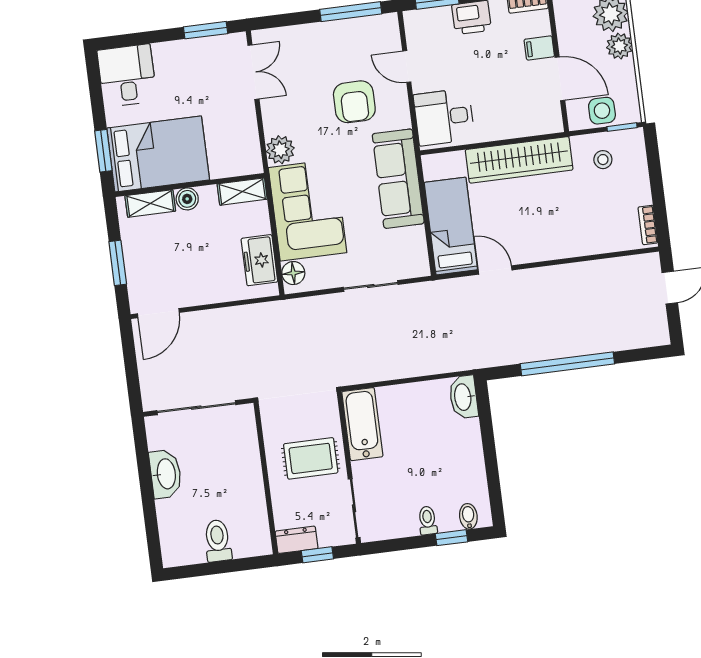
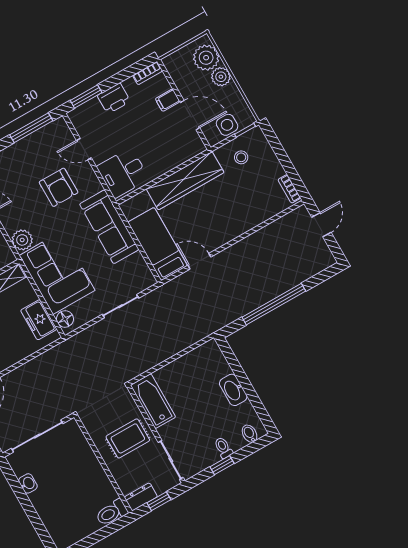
washbasin: (463, 397) -> (233, 390), moved
washbasin: (165, 474) -> (28, 483), width x0.52, depth x0.69
window: (451, 538) -> (222, 465), moved
toilet: (218, 541) -> (112, 513), moved, turned -90

